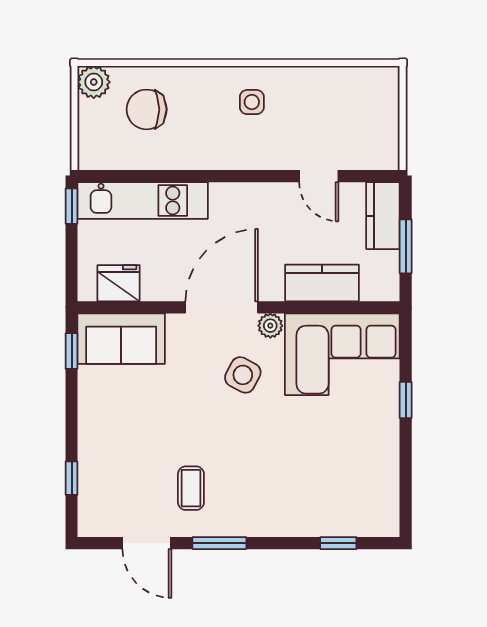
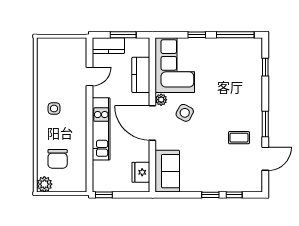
kitchen unit: (143, 200) -> (101, 129), moved
window: (72, 351) -> (210, 195), moved
window: (406, 480) -> (235, 35), added

